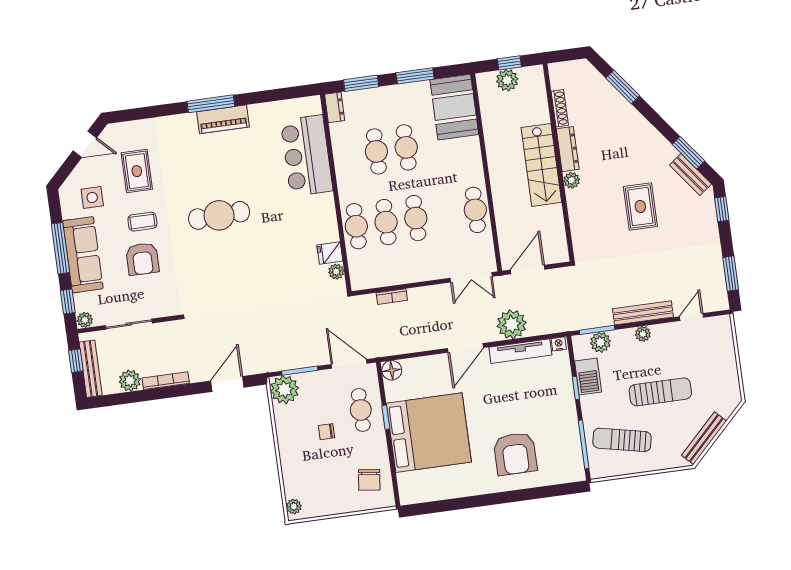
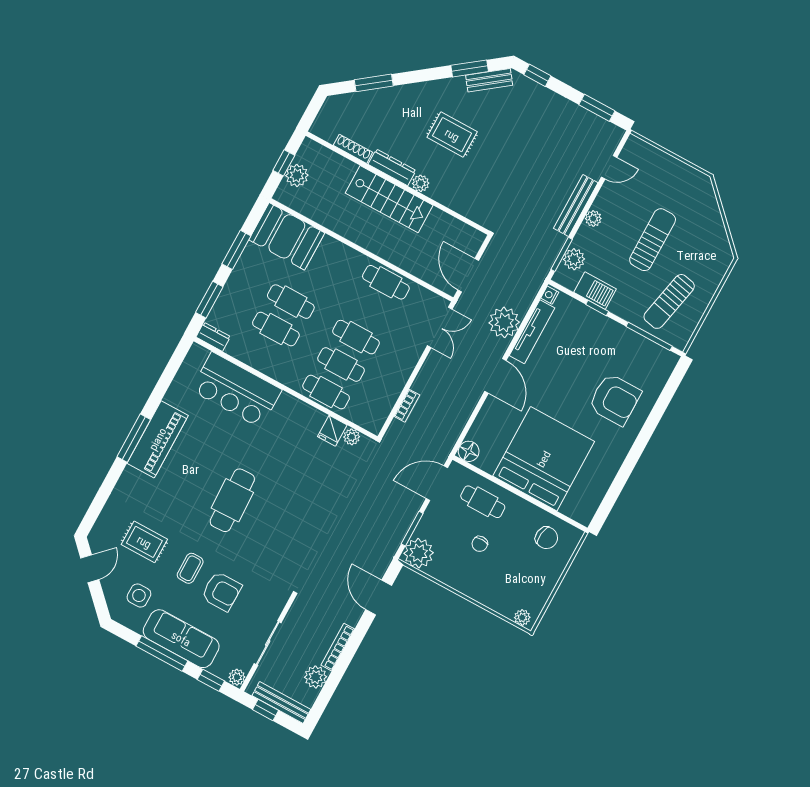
piano: (223, 119) -> (158, 439), width x1.37, depth x1.33
rug: (640, 207) -> (452, 135), moved
door: (692, 317) -> (609, 167), swing flipped
window: (386, 417) -> (504, 485), removed
bench: (704, 438) -> (718, 232), removed

